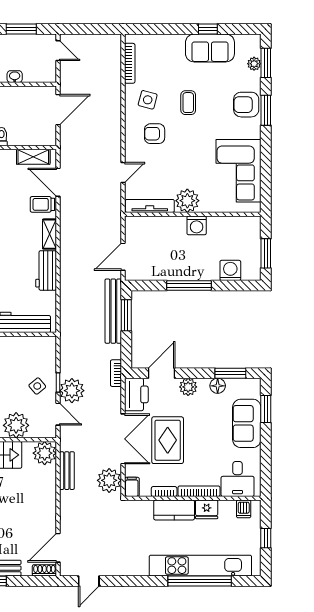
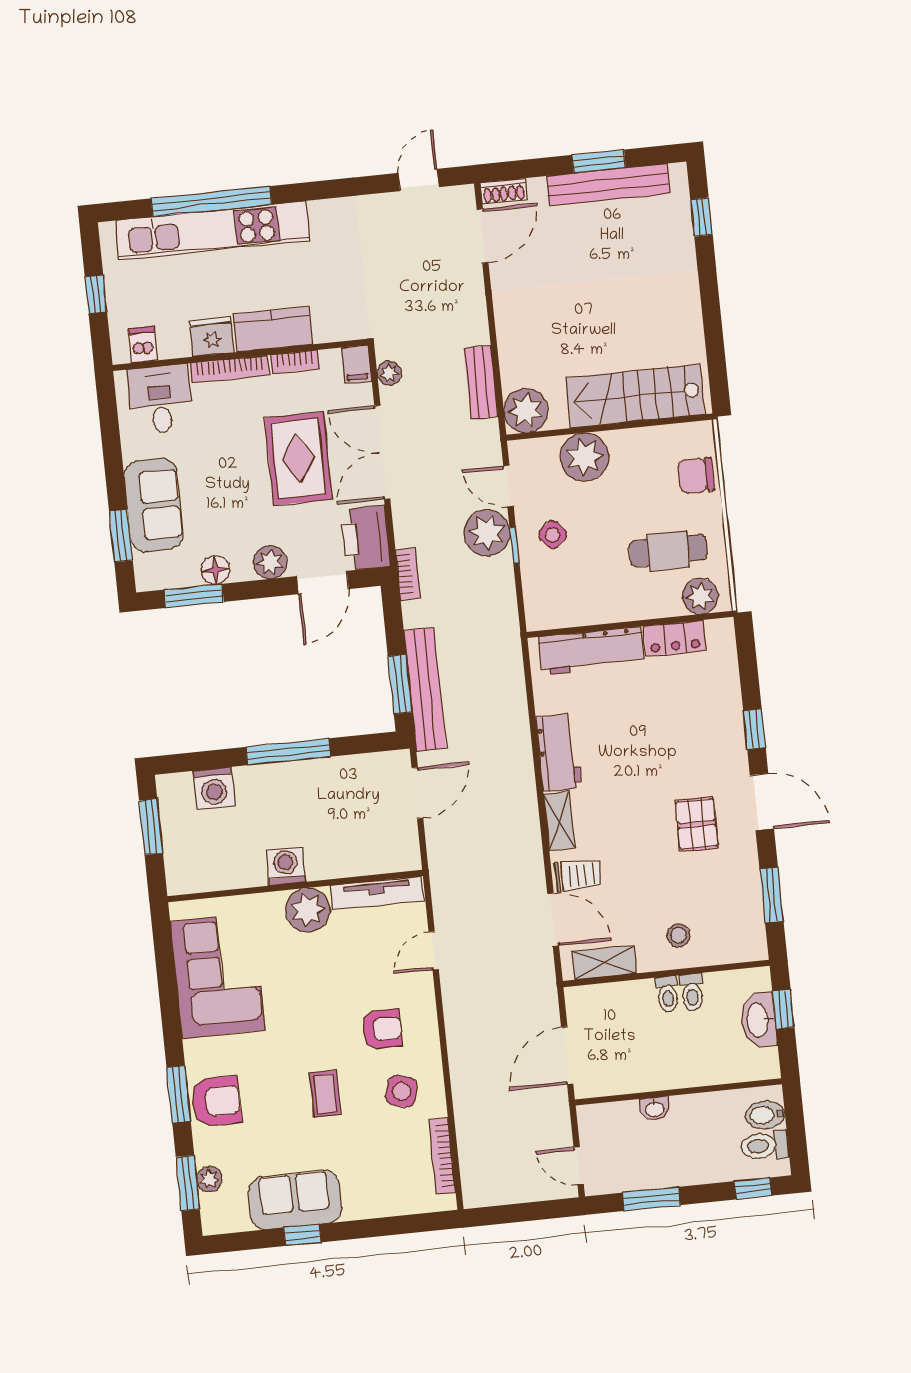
plant: (109, 480) -> (389, 373), width x0.53, depth x0.53

